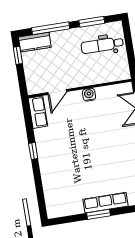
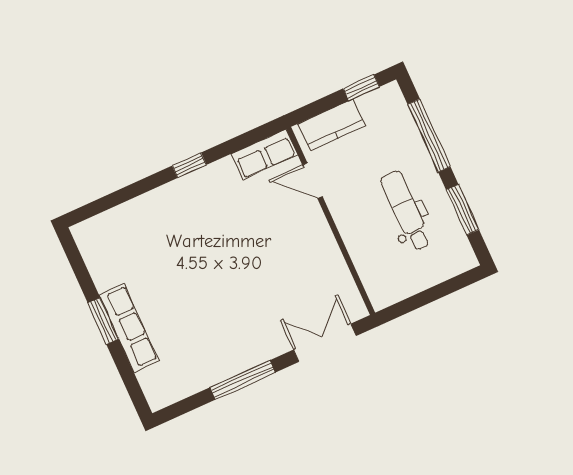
kitchen counter: (35, 42) -> (332, 125), moved, turned -90
dental chair: (102, 45) -> (406, 210), moved
water cooler: (89, 95) -> (324, 242), removed

